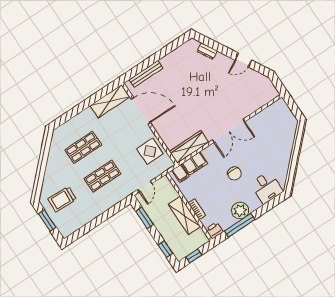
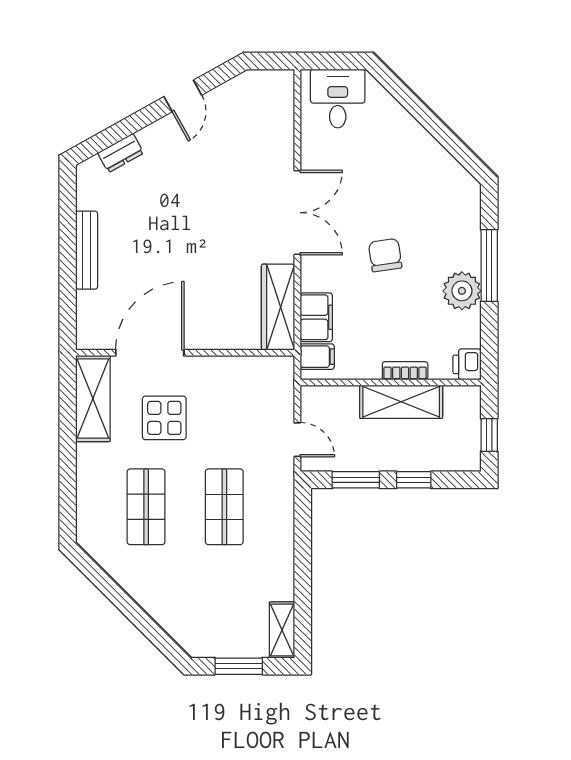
bench: (146, 74) -> (87, 250), moved
display table: (150, 151) -> (164, 418), moved
chair: (234, 174) -> (385, 255), turned -98
desk: (266, 188) -> (338, 98), moved, turned -90
trolley: (62, 199) -> (217, 611), removed
window: (240, 225) -> (489, 265), moved
shelving: (71, 228) -> (282, 630), added
window: (165, 249) -> (414, 480), moved

